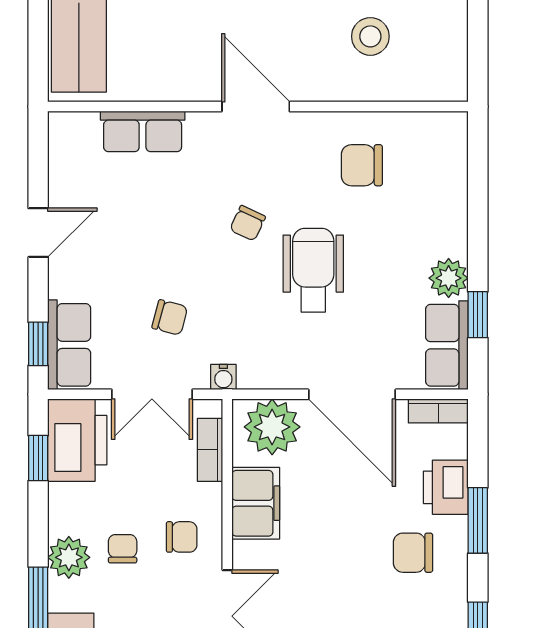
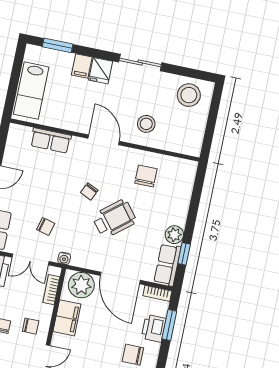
stool: (370, 36) -> (146, 124), moved
chair: (362, 165) -> (146, 176), turned 90
wheelchair: (313, 270) -> (114, 219), turned 51
window: (478, 520) -> (169, 325), moved

